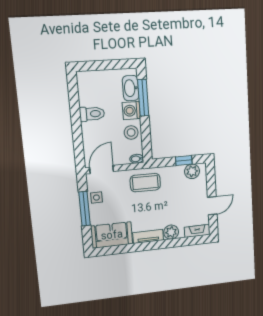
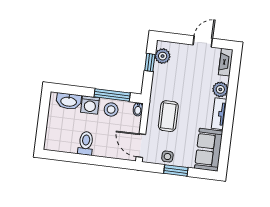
window: (143, 98) -> (112, 95), moved
coffee table: (145, 183) -> (168, 116), moved
door: (212, 206) -> (203, 42), hinge flipped
window: (84, 209) -> (176, 170), width x0.69

